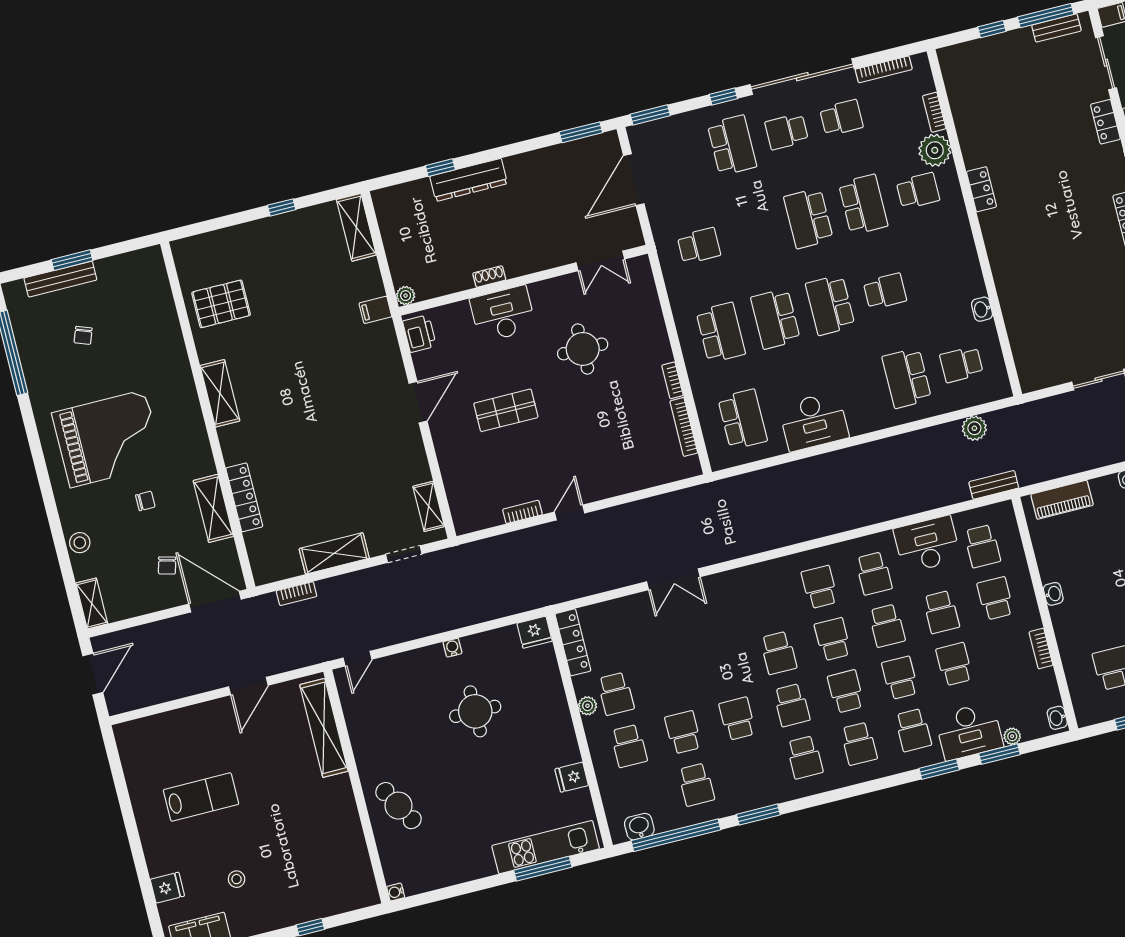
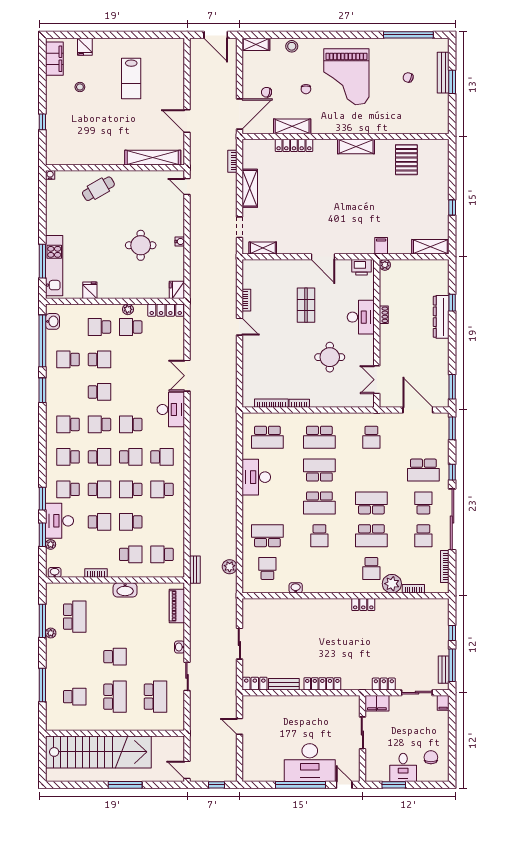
school desk: (830, 305) -> (319, 503), turned 180
desk: (927, 544) -> (171, 410), moved
washbasin: (1053, 594) -> (125, 590), width x1.91, depth x1.45

